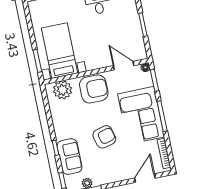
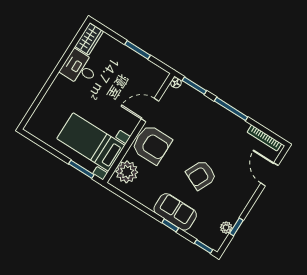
door: (124, 66) -> (150, 110), moved
armchair: (94, 89) -> (152, 144), turned 90
corner sofa: (141, 115) -> (213, 126), removed
armchair: (104, 137) -> (201, 175), turned -140
sofa: (70, 157) -> (175, 212), moved

